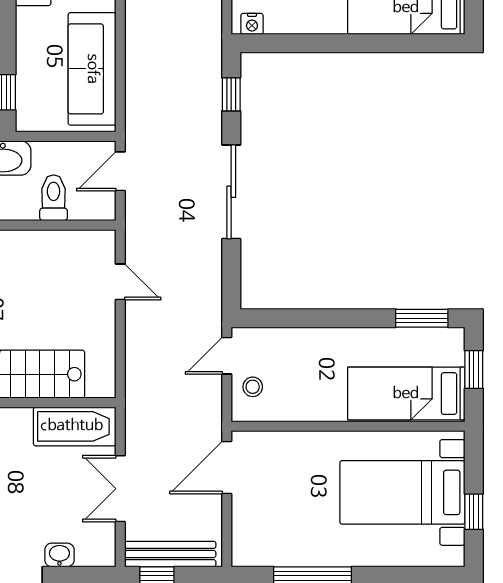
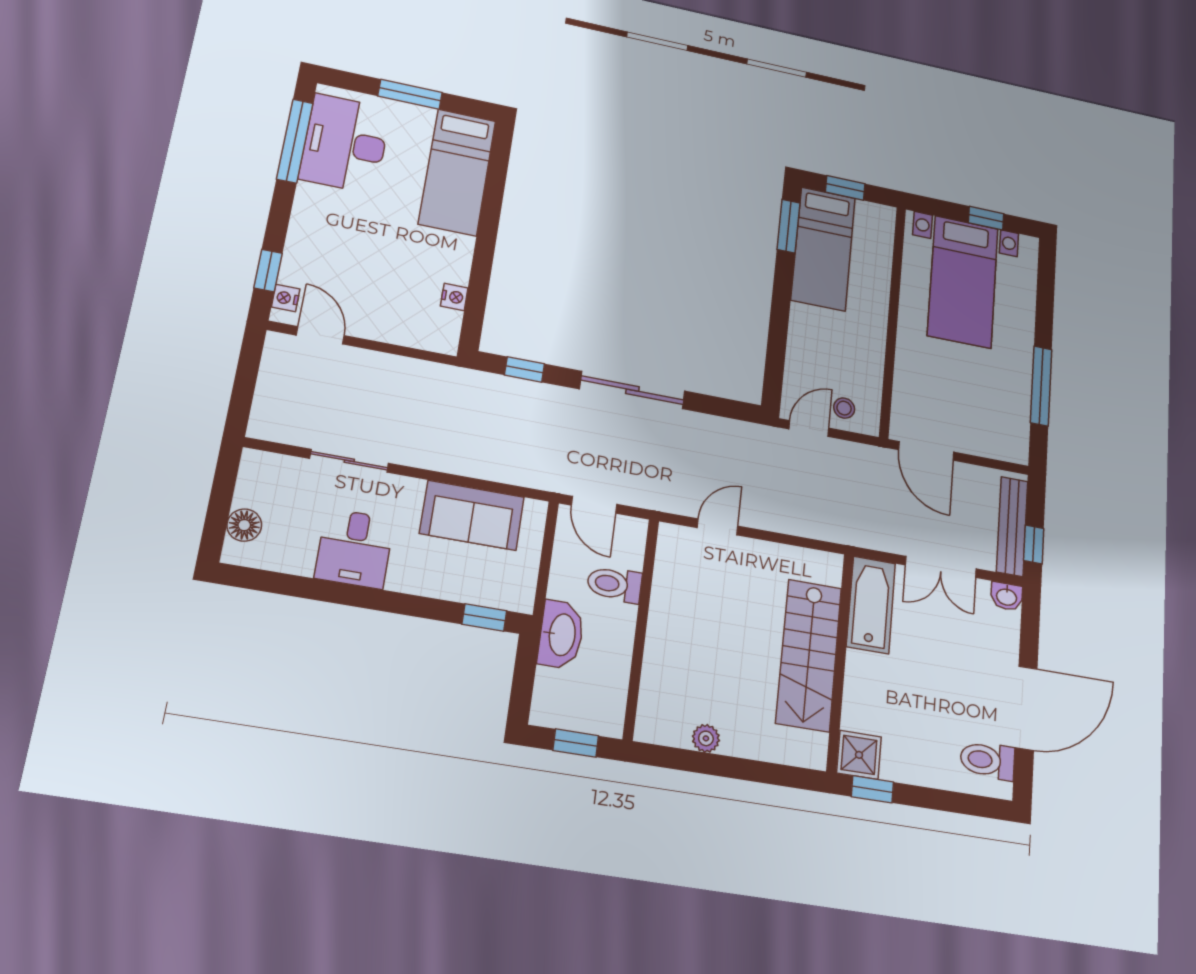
nightstand: (252, 24) -> (454, 297), moved
sofa: (92, 69) -> (472, 515), width x0.73
door: (227, 356) -> (809, 428), swing flipped
bed: (406, 394) -> (823, 249), moved
washbasin: (59, 555) -> (1007, 596), moved, turned -90

